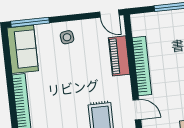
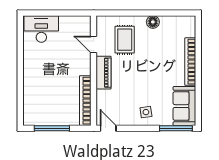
piano: (119, 56) -> (104, 73), moved
bookcase: (142, 66) -> (85, 101), moved

